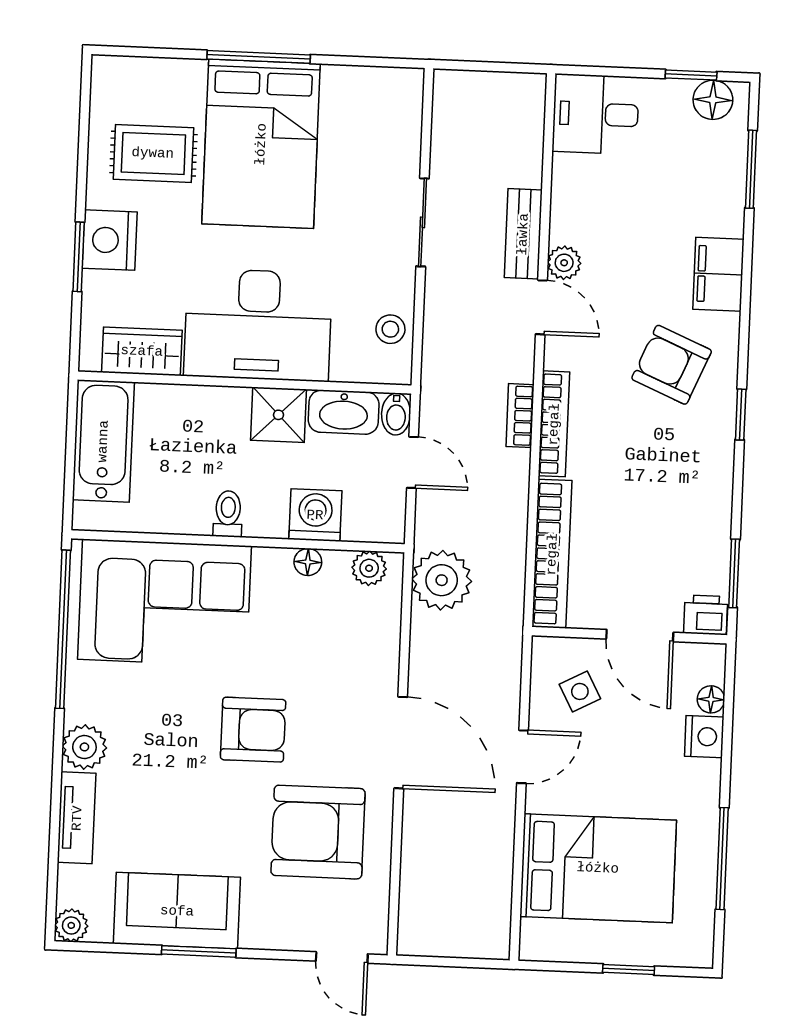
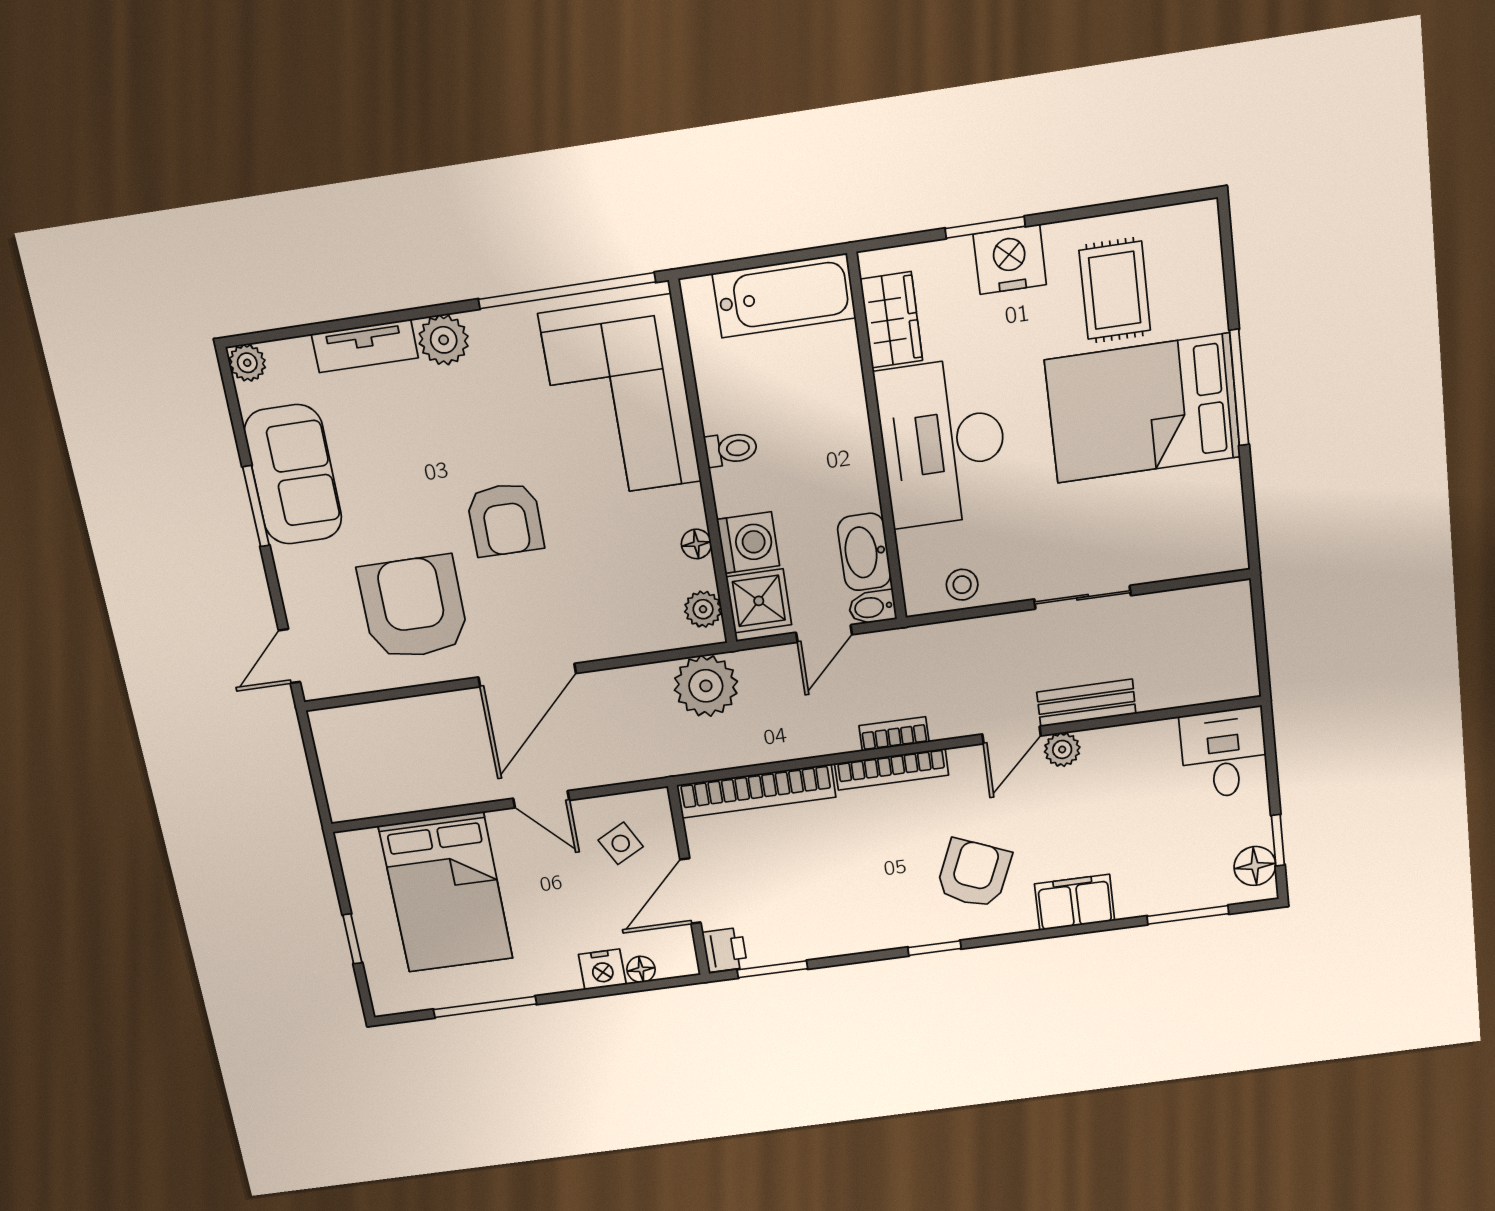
shower: (278, 415) -> (759, 601), moved

